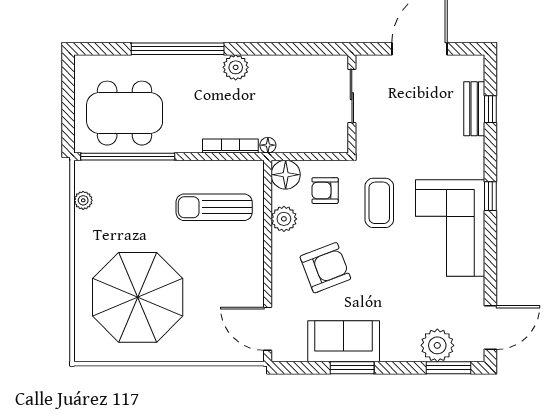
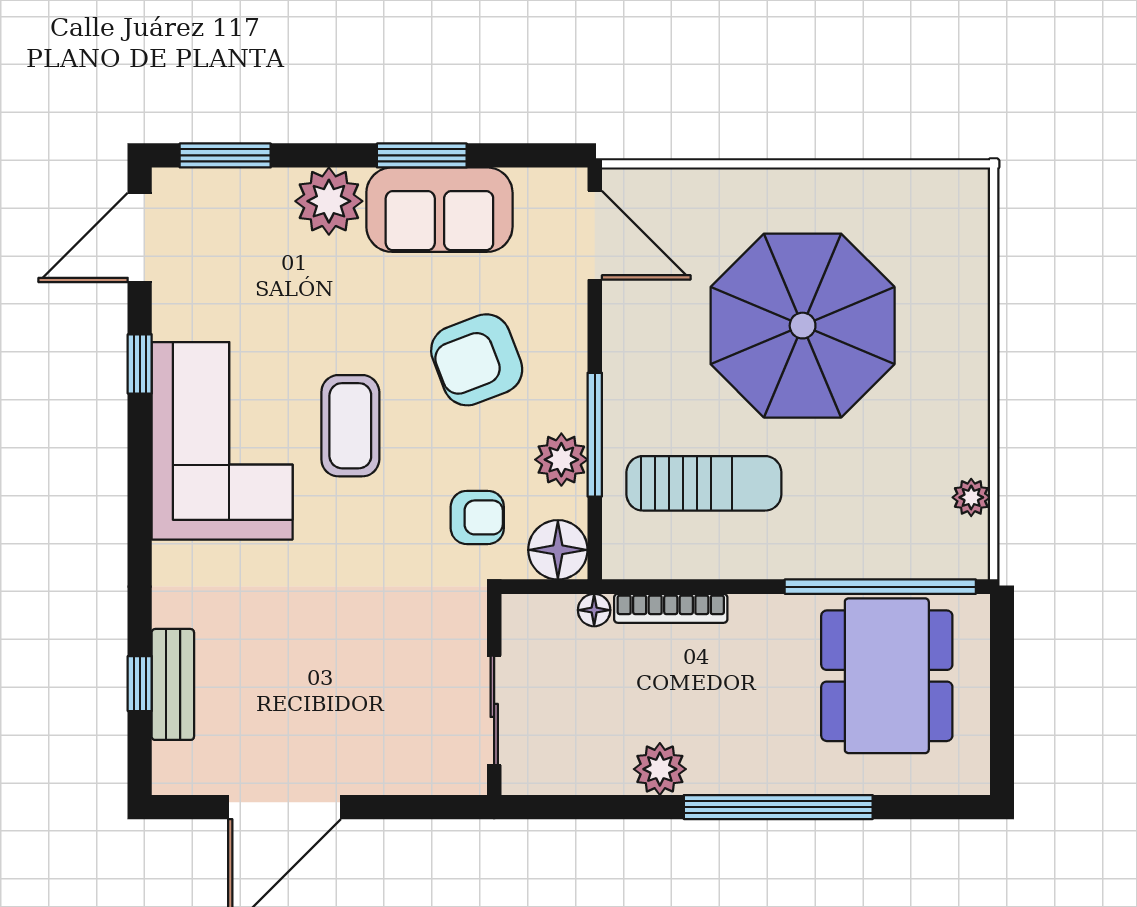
sliding door: (352, 96) -> (494, 710), moved
wall: (352, 104) -> (494, 694), moved
dining table: (125, 113) -> (887, 676), turned 90
window: (490, 196) -> (140, 364), moved
coffee table: (379, 203) -> (350, 426), moved
window: (268, 231) -> (595, 435), added
parasol: (138, 297) -> (803, 326), moved
plant: (437, 345) -> (329, 201), moved

